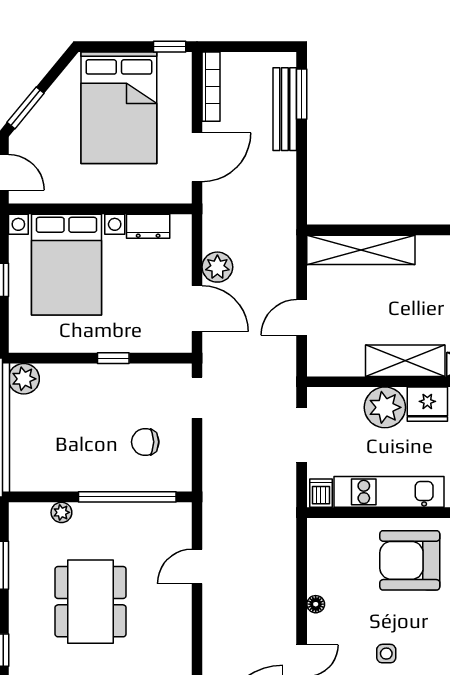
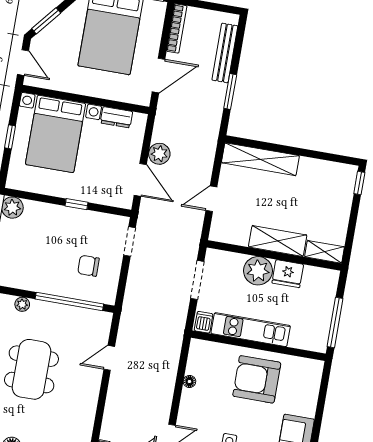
window: (302, 94) -> (230, 92), moved
floor lamp: (316, 604) -> (189, 382), moved

